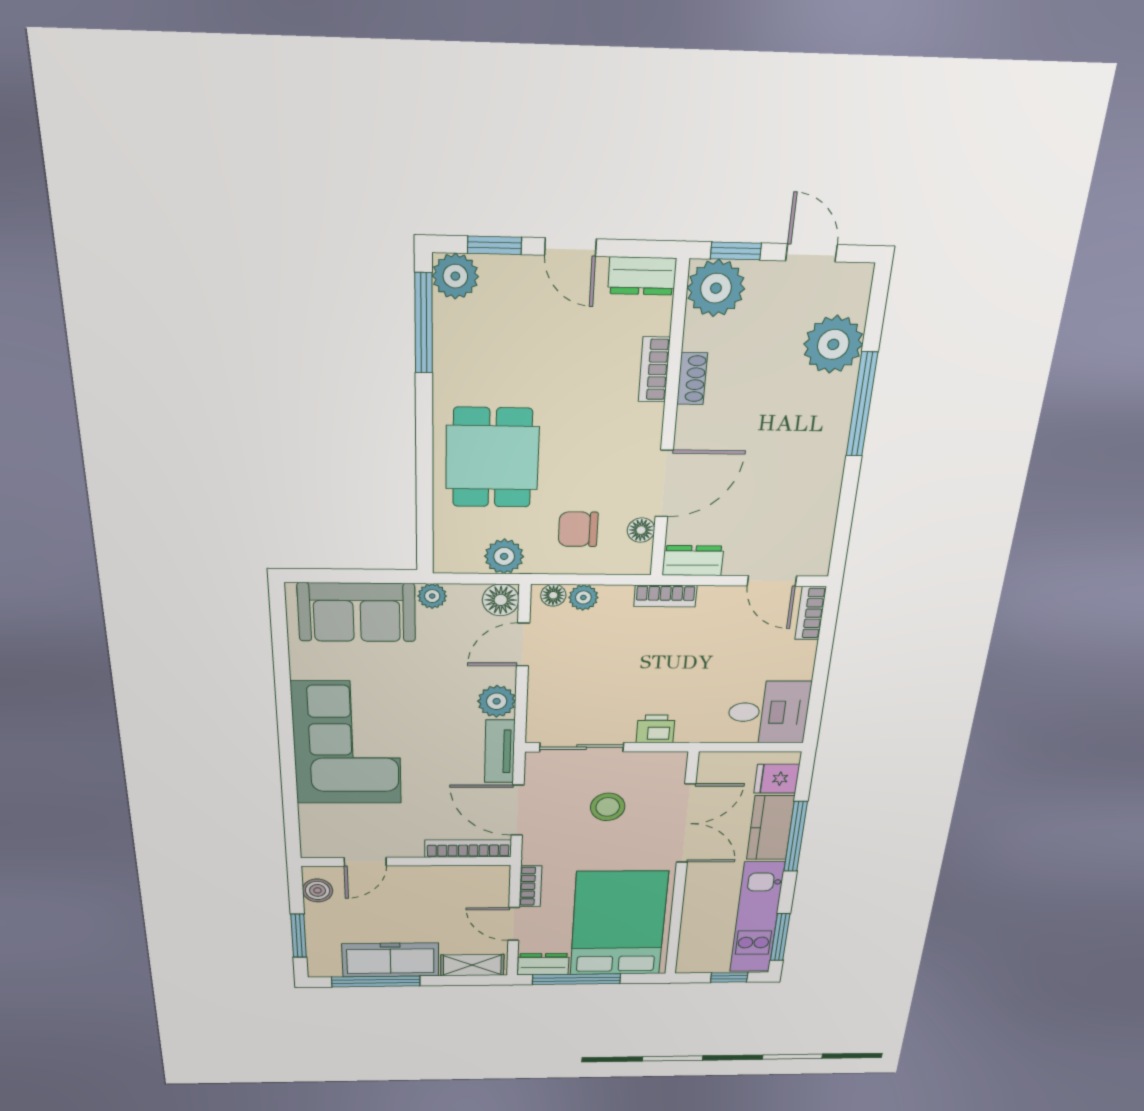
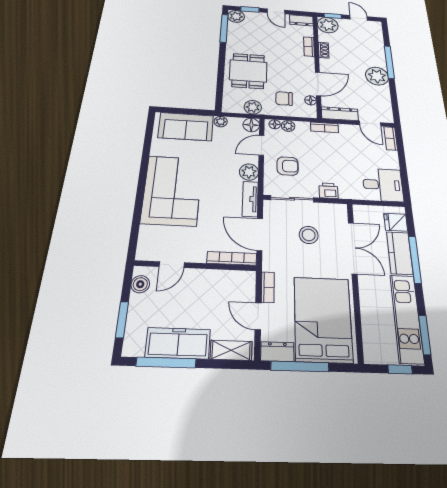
plant: (833, 344) -> (377, 76), moved
dresser: (693, 561) -> (340, 114), width x1.44
armchair: (577, 685) -> (288, 166), added

